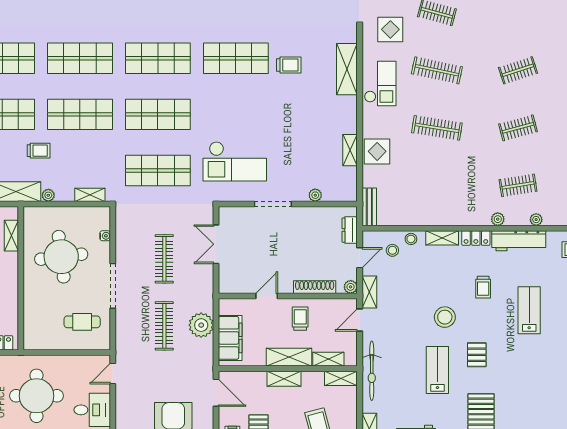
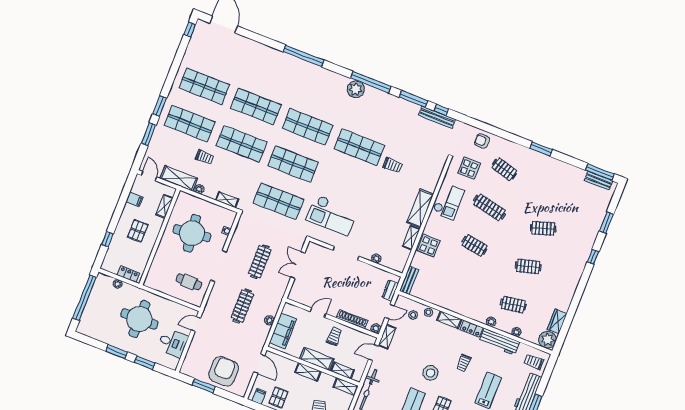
shelving: (347, 69) -> (420, 208), moved
clothes rail: (437, 128) -> (474, 245), width x0.73
plant: (201, 325) -> (269, 320), width x0.53, depth x0.53

